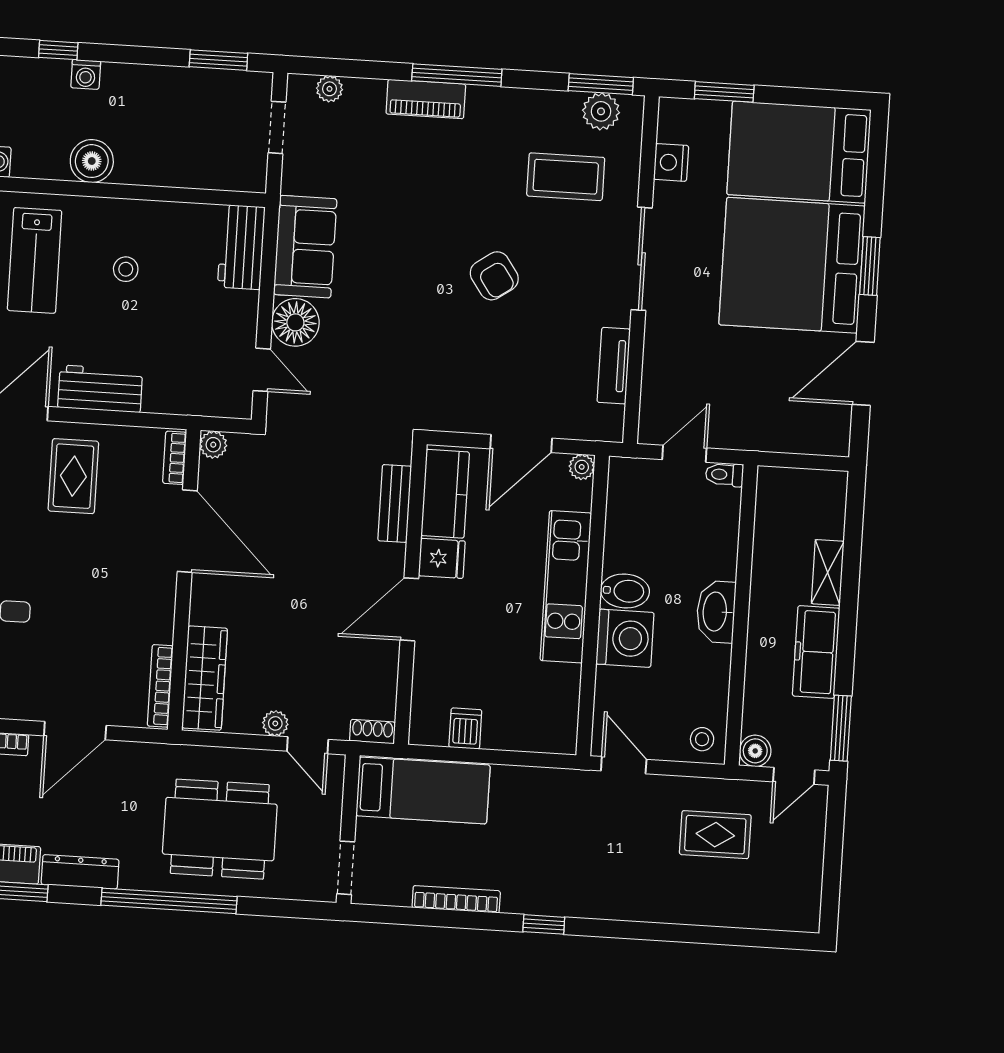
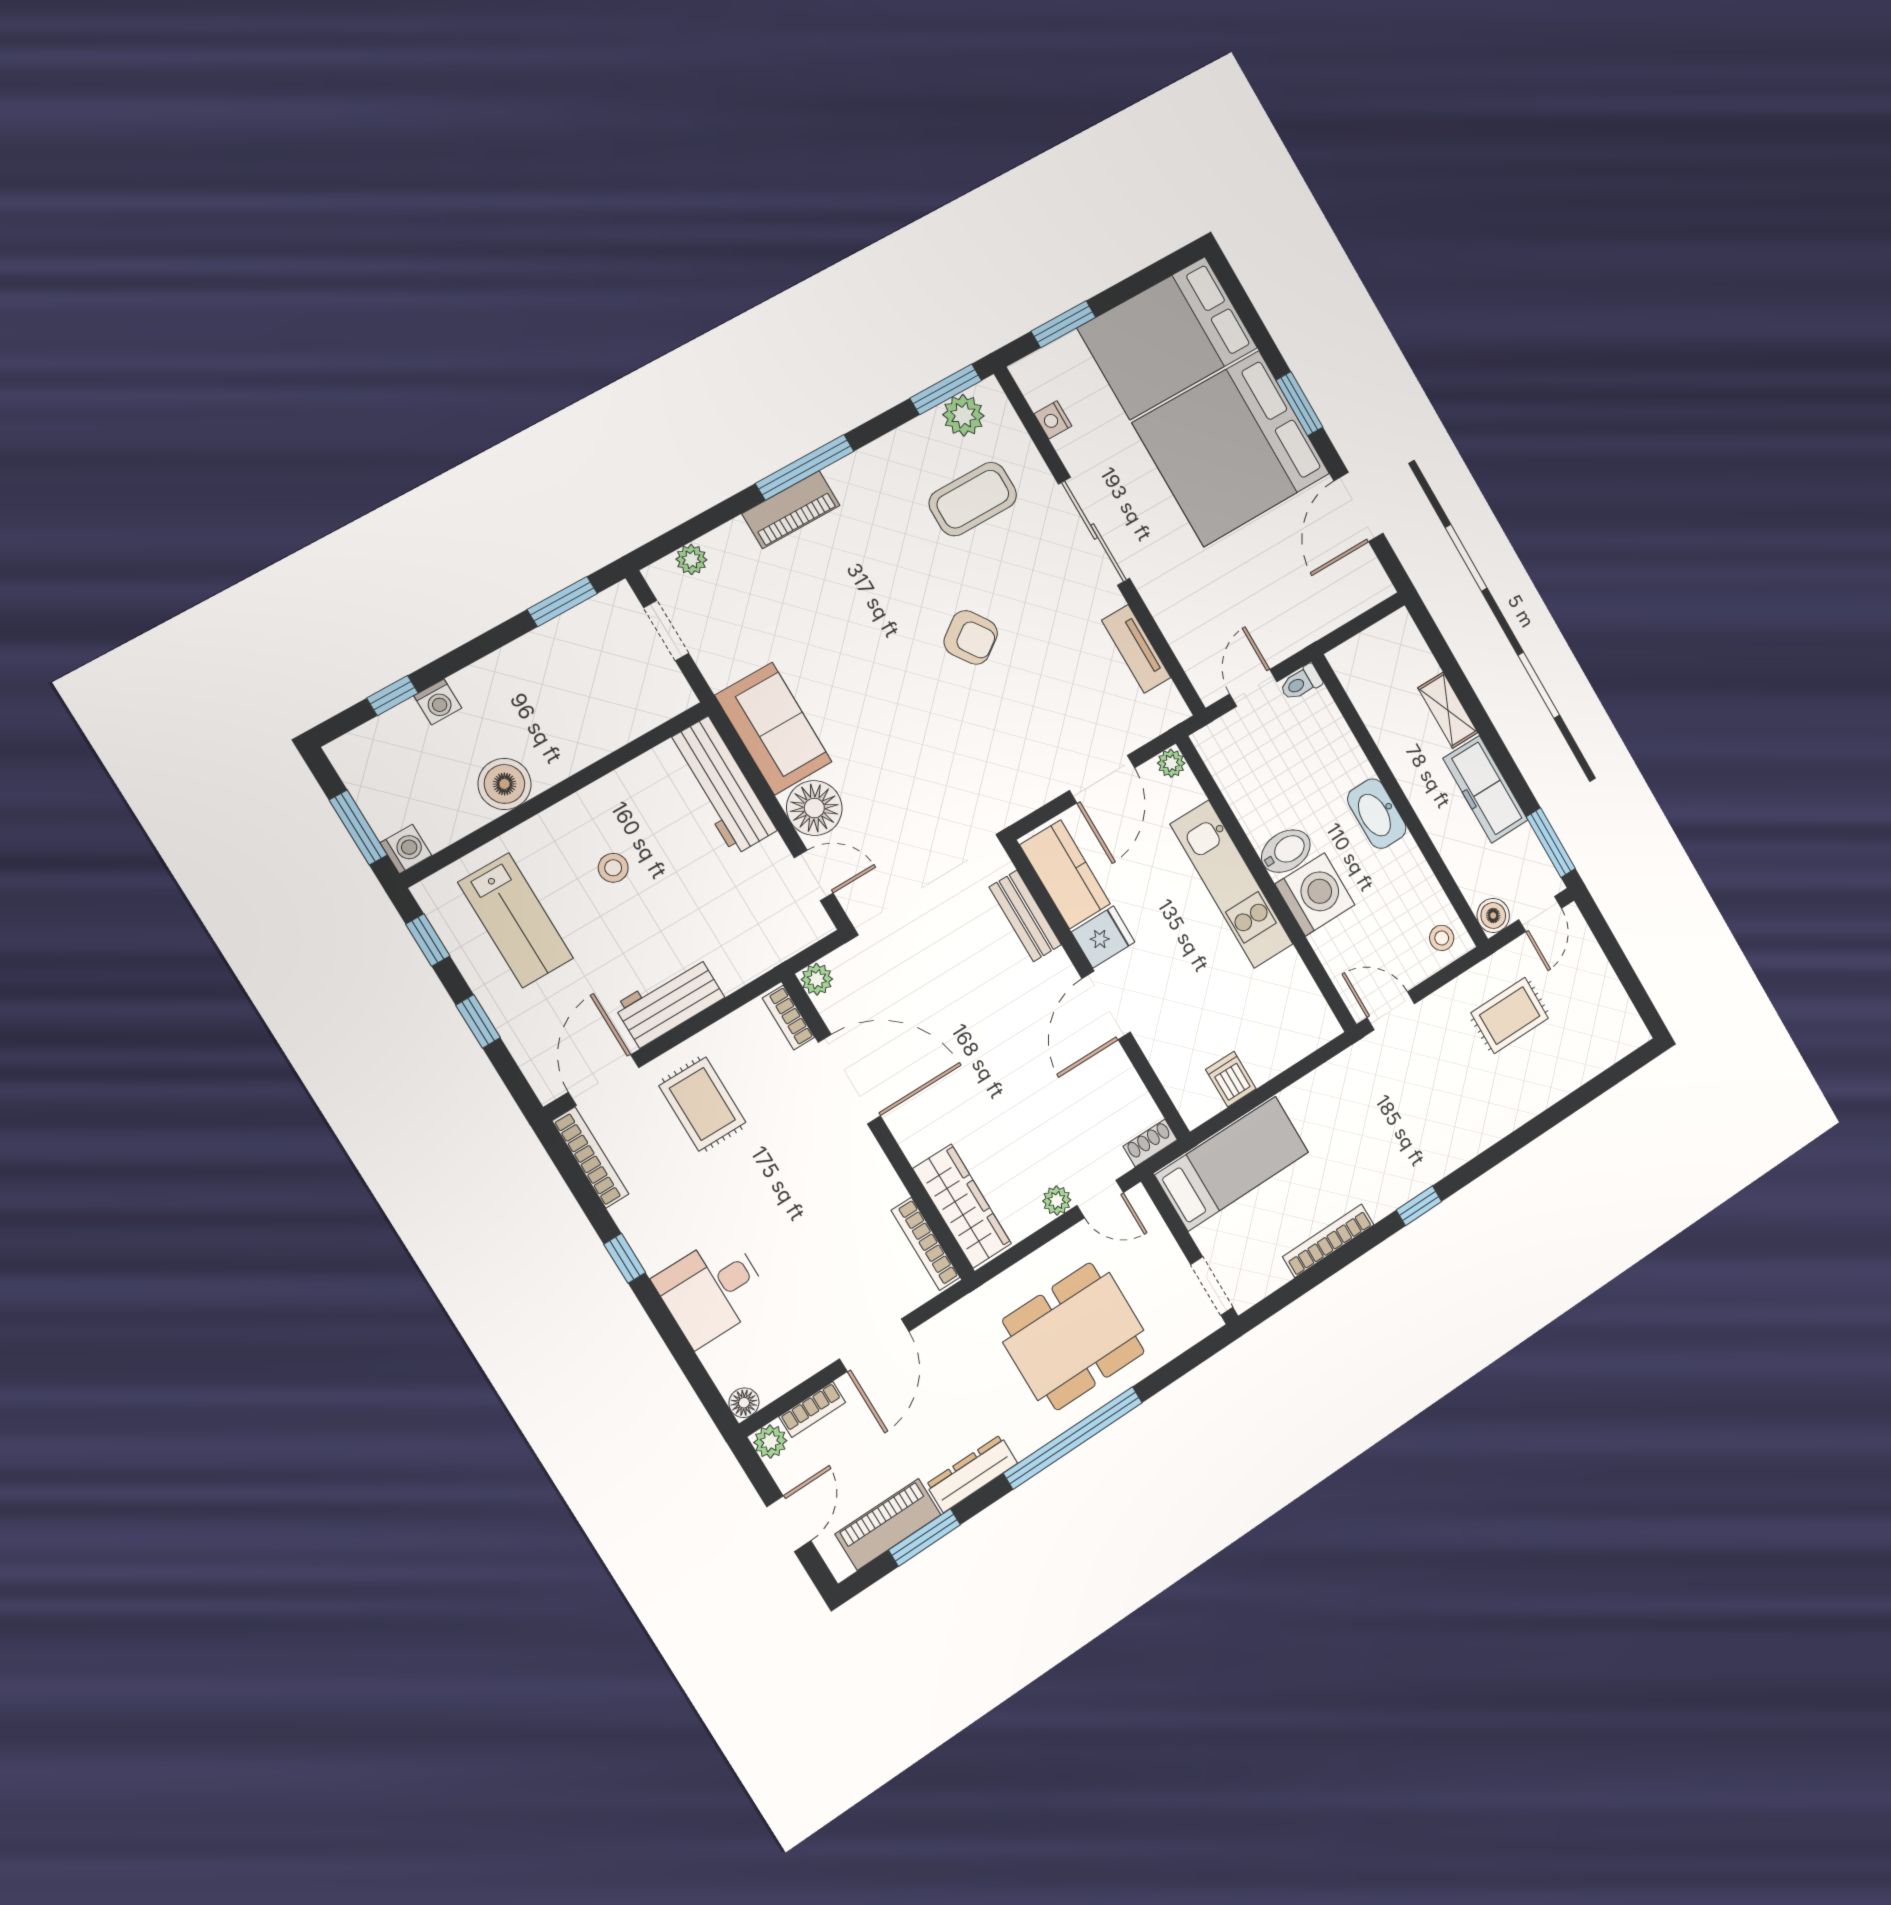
nightstand: (671, 162) -> (1053, 420), width x0.72, depth x0.74
workbench: (241, 247) -> (721, 786), width x1.37

